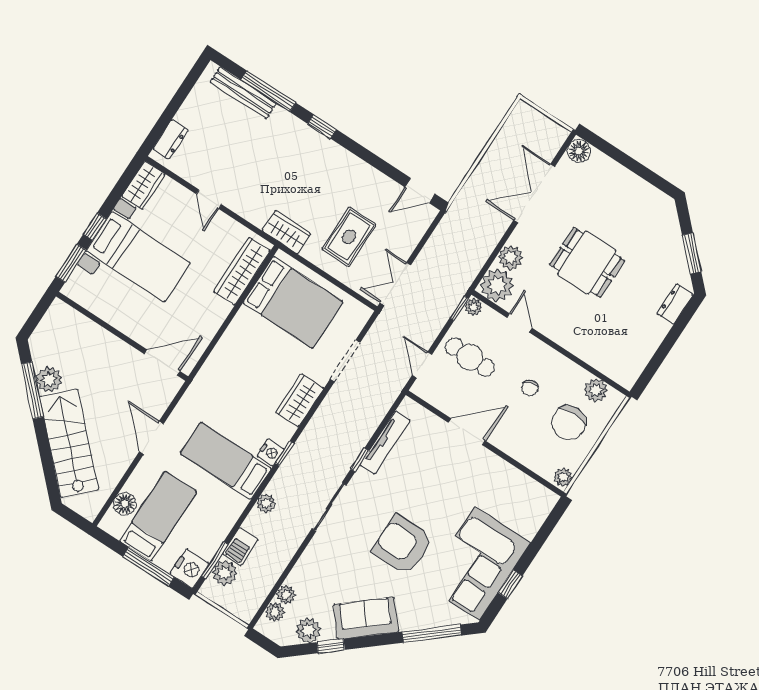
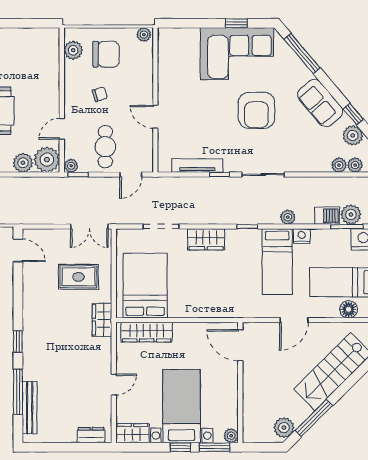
plant: (72, 289) -> (231, 436), added
plant: (49, 380) -> (284, 428), moved
door: (467, 432) -> (155, 117), width x0.73
nightstand: (270, 452) -> (302, 236), moved

